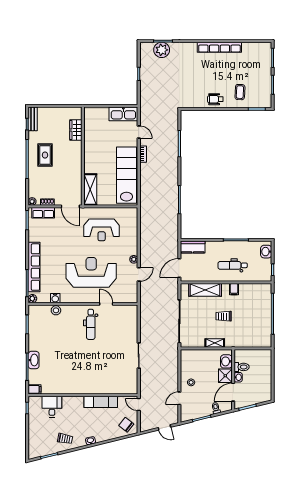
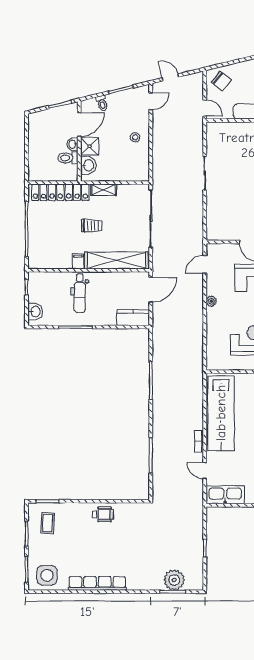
side table: (257, 53) -> (47, 575), added
coffee table: (240, 92) -> (48, 523), moved
dental chair: (233, 265) -> (80, 293), turned 90
door: (139, 274) -> (205, 264), moved
shelving: (205, 290) -> (117, 260), width x1.47
locker: (247, 341) -> (60, 192), added
door: (179, 398) -> (151, 101), moved

